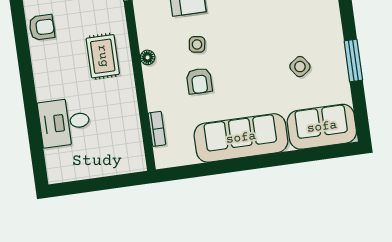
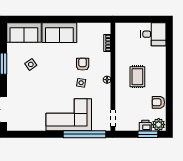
rug: (103, 56) -> (137, 77), moved
desk: (64, 122) -> (153, 34), moved
sofa: (241, 138) -> (59, 33), width x0.73

